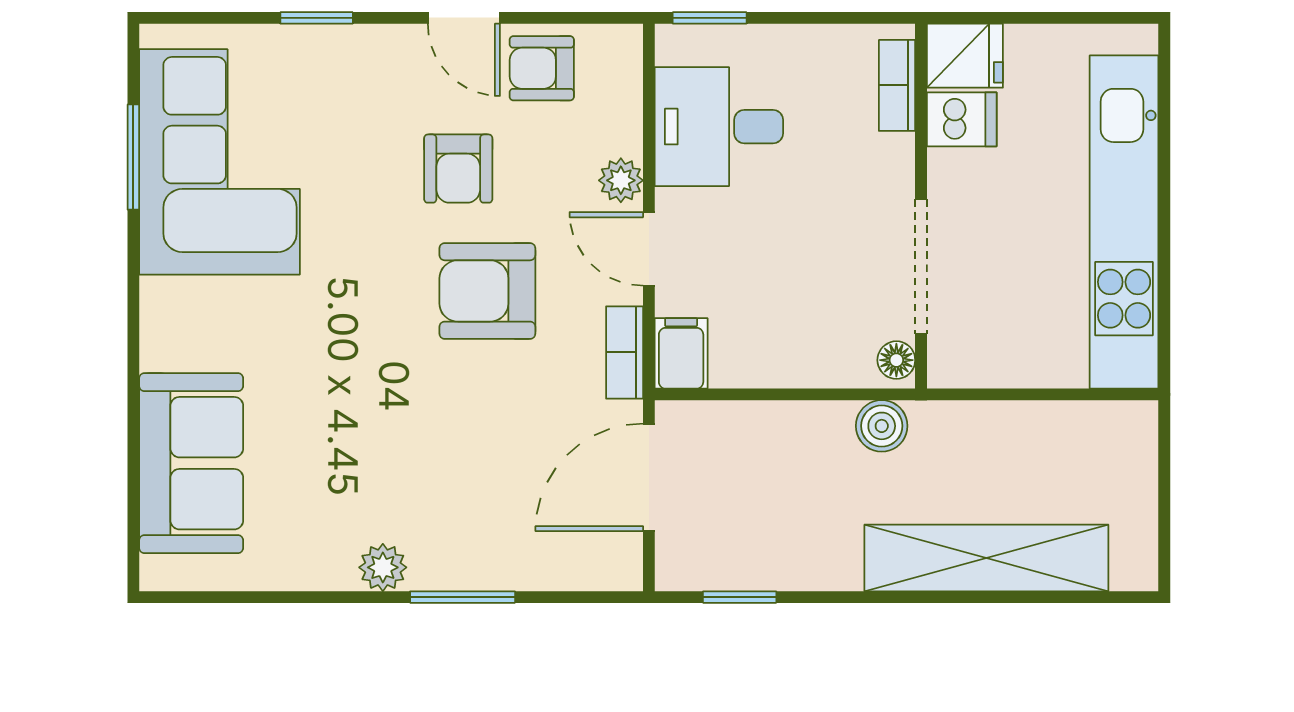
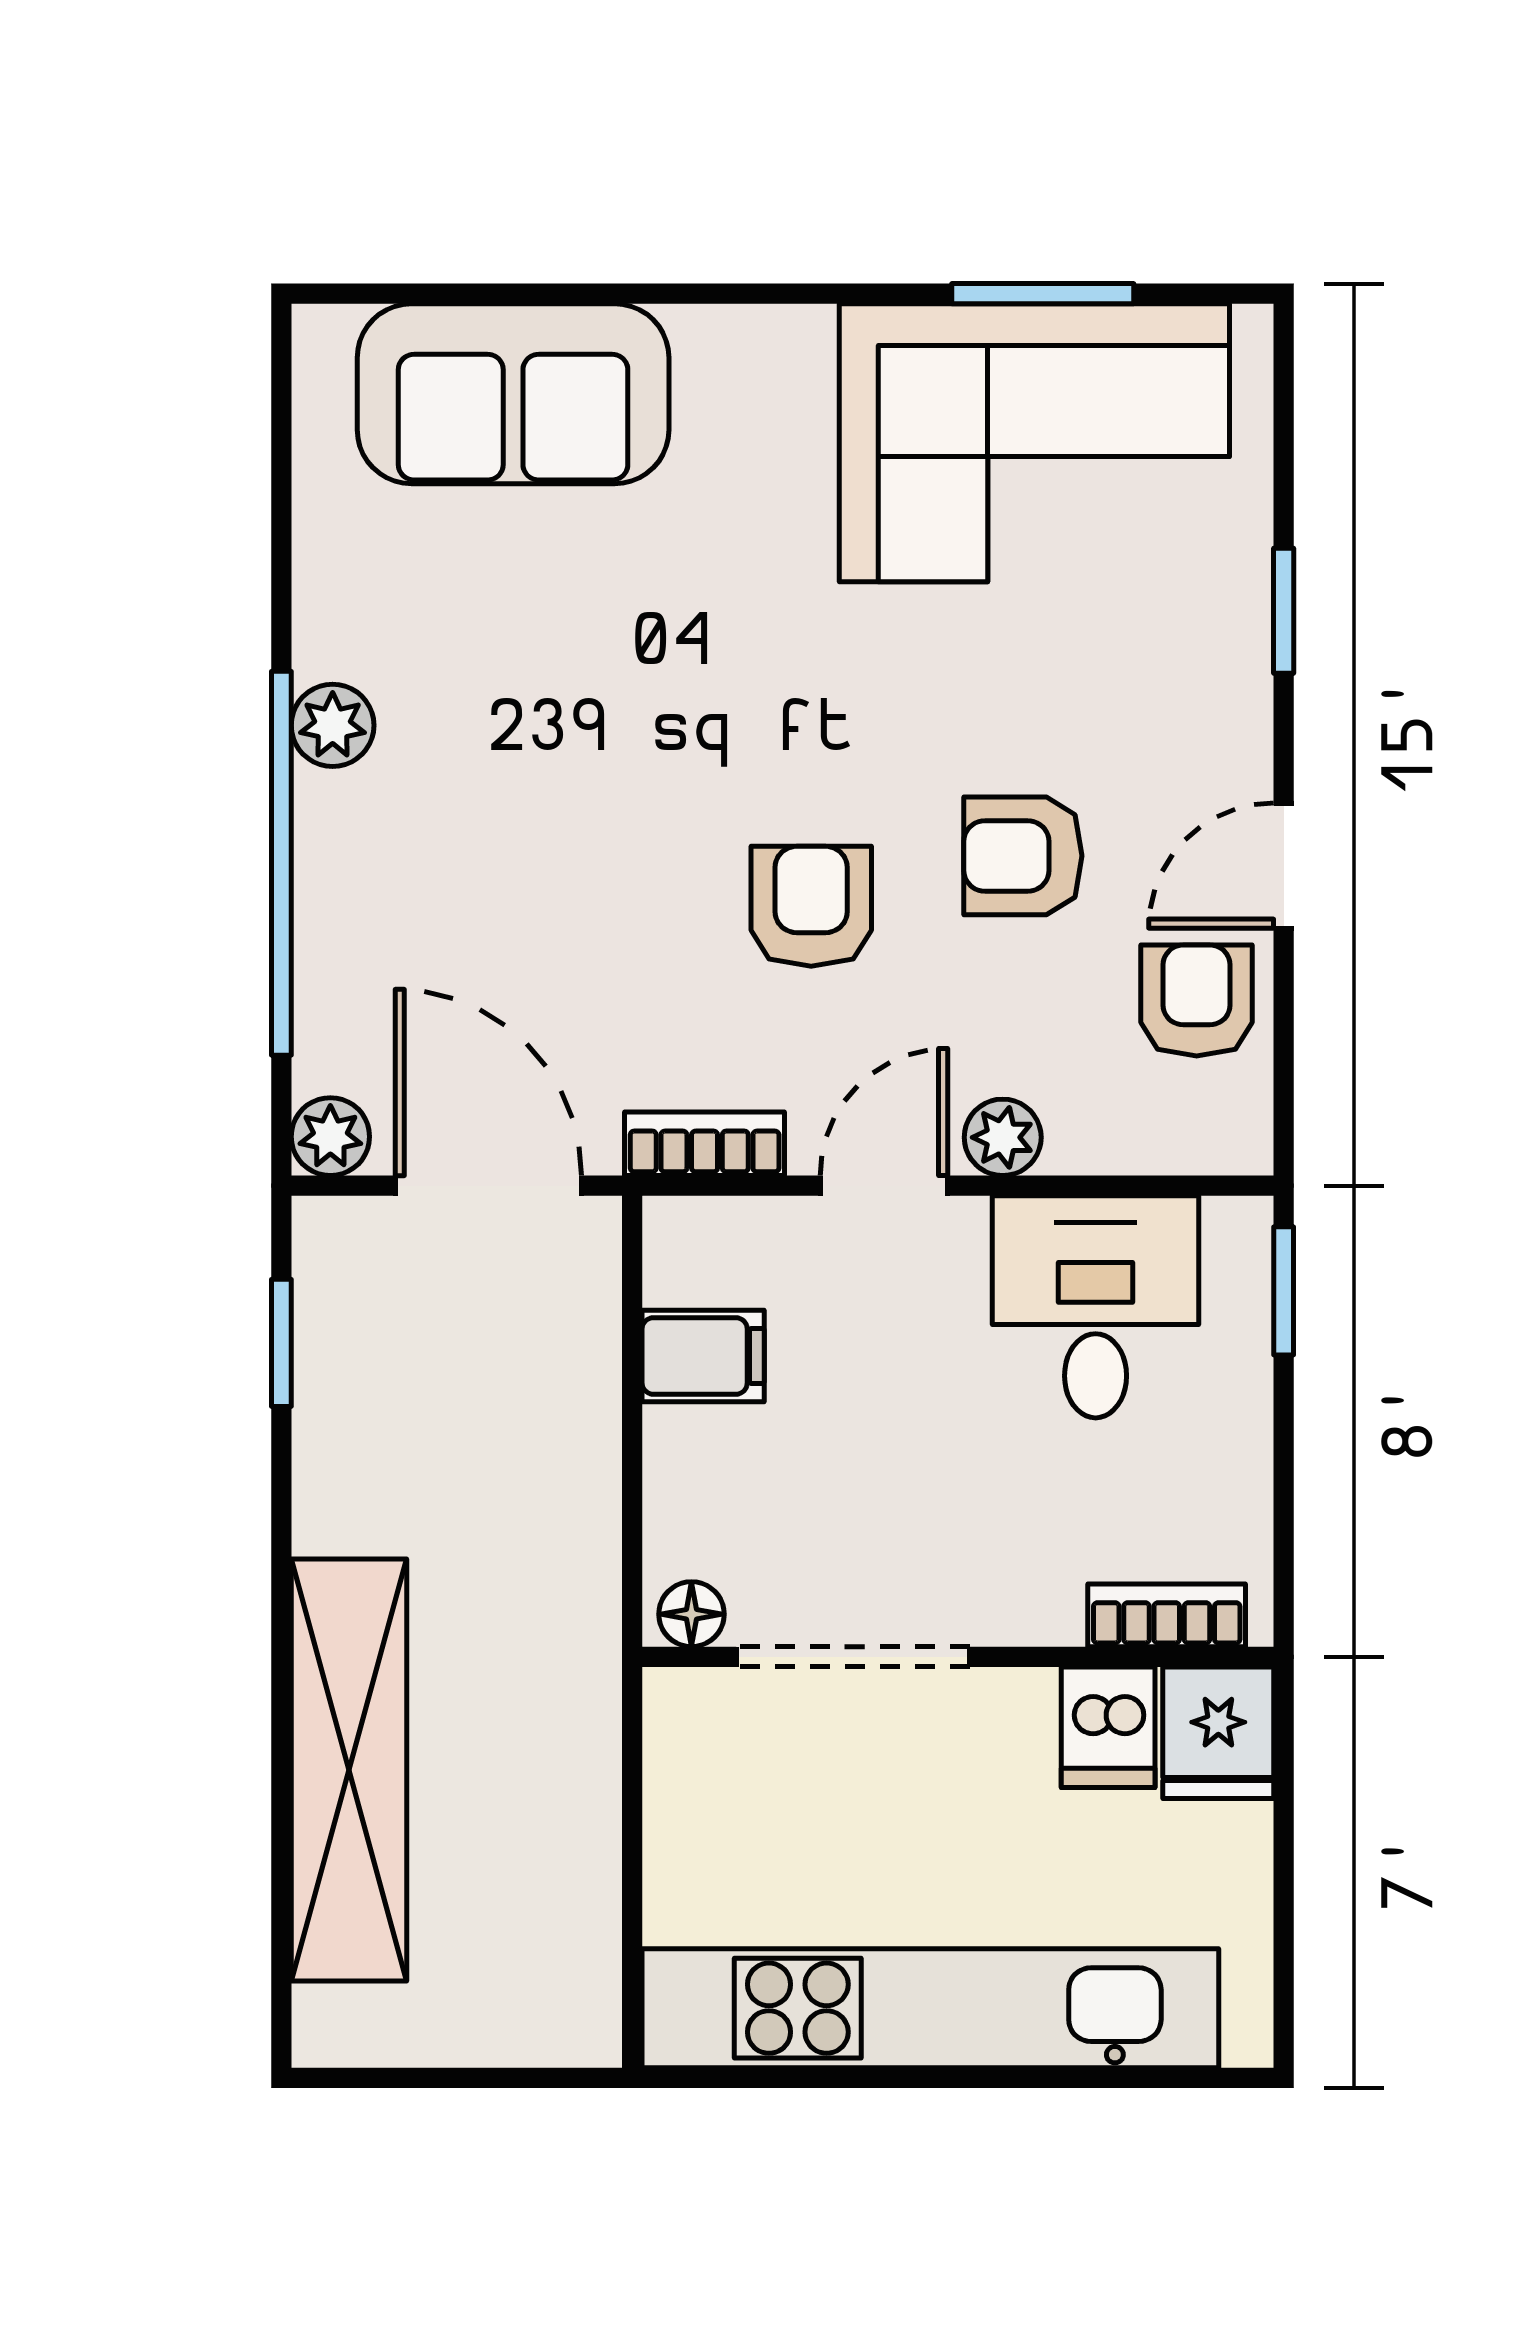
armchair: (487, 291) -> (811, 906), width x0.72, depth x0.72
filing cabinet: (681, 353) -> (703, 1356), moved
boiler: (882, 426) -> (578, 1589), removed
plant: (620, 569) -> (330, 1137), added
window: (463, 597) -> (281, 863), width x2.11

